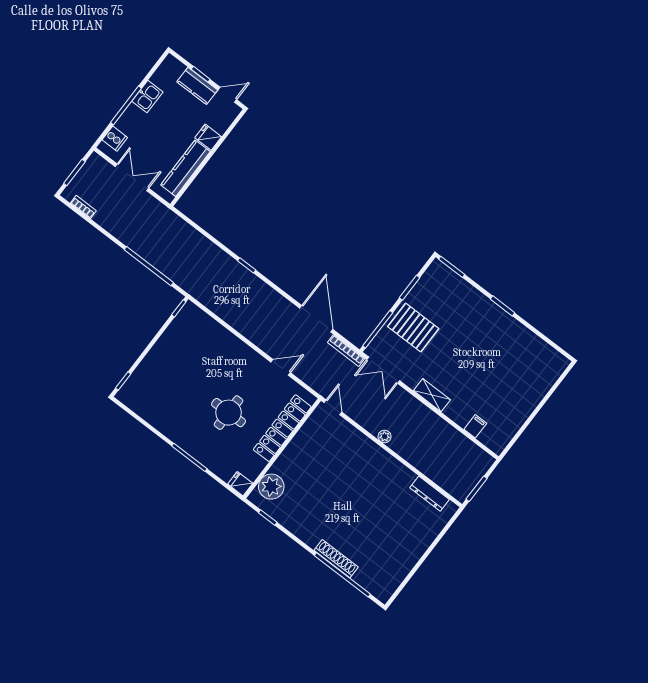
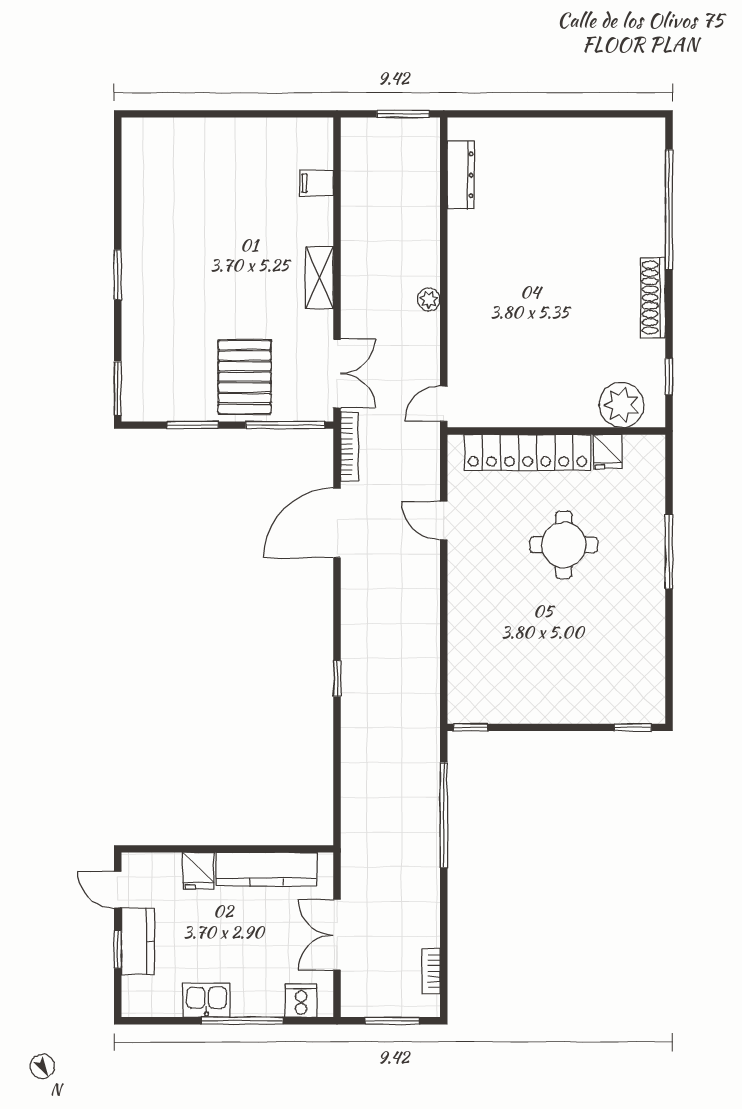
fridge: (240, 484) -> (608, 452), moved
shoe rack: (336, 559) -> (653, 298), moved

